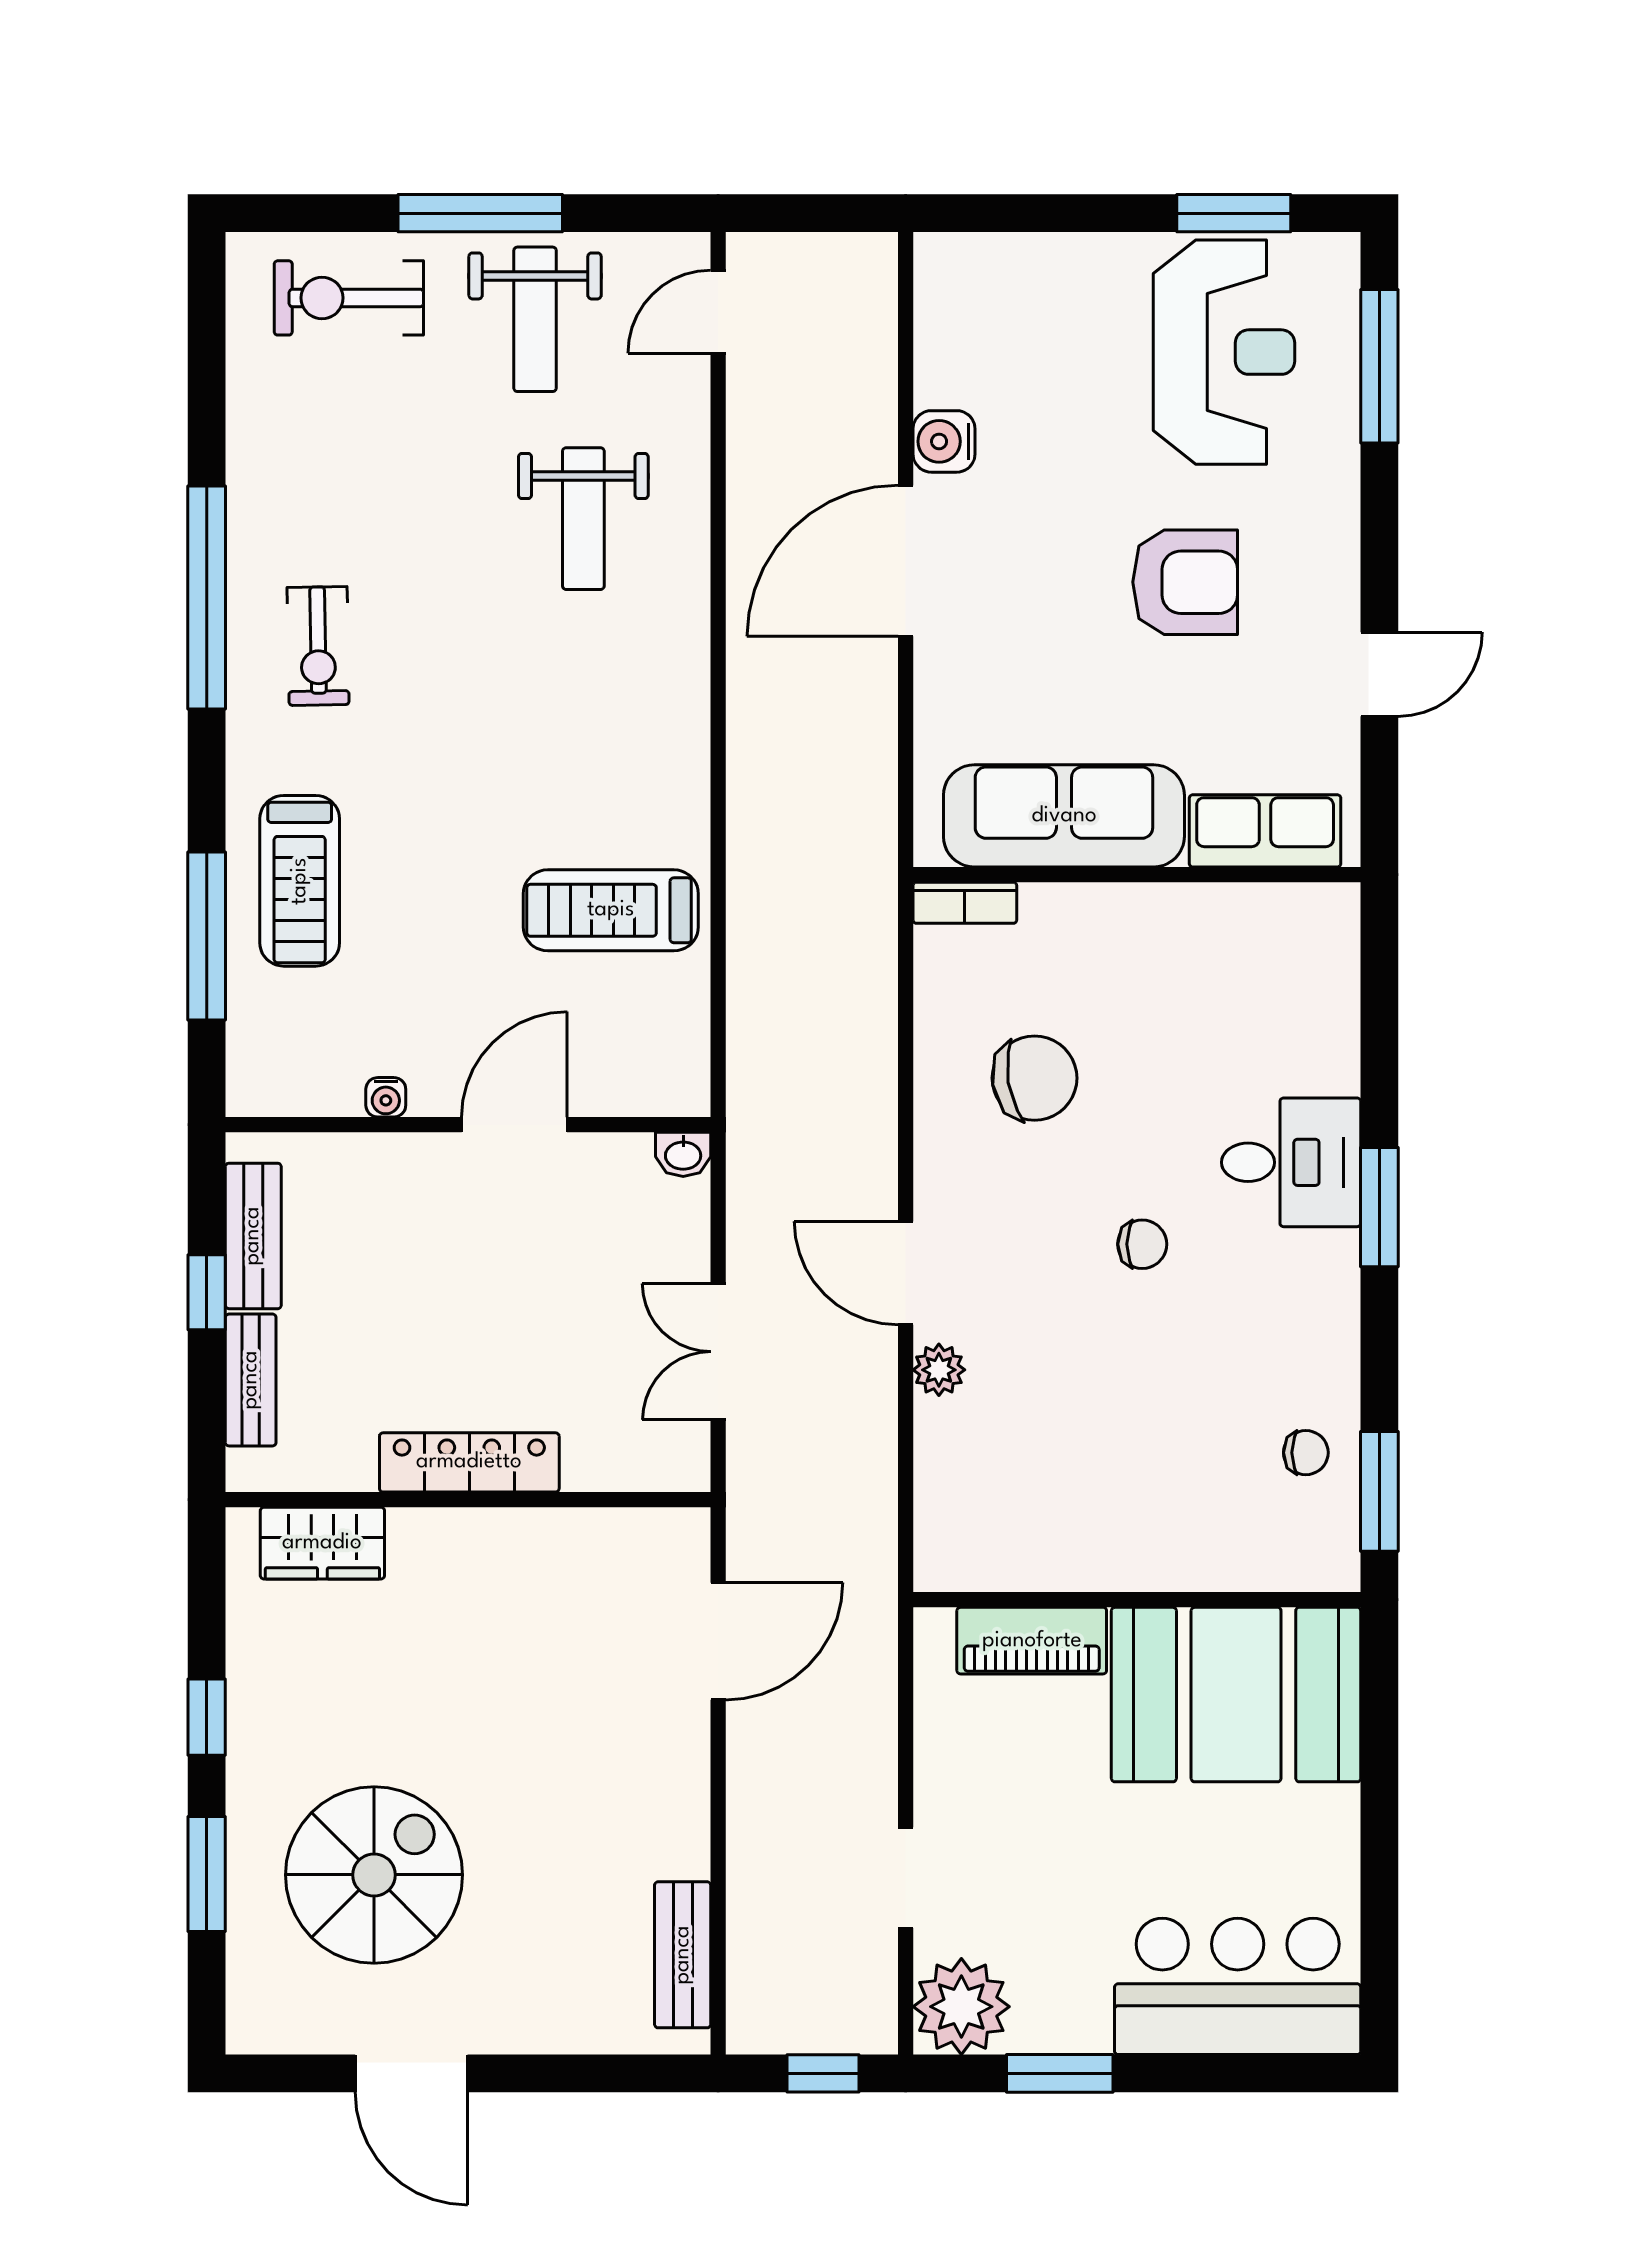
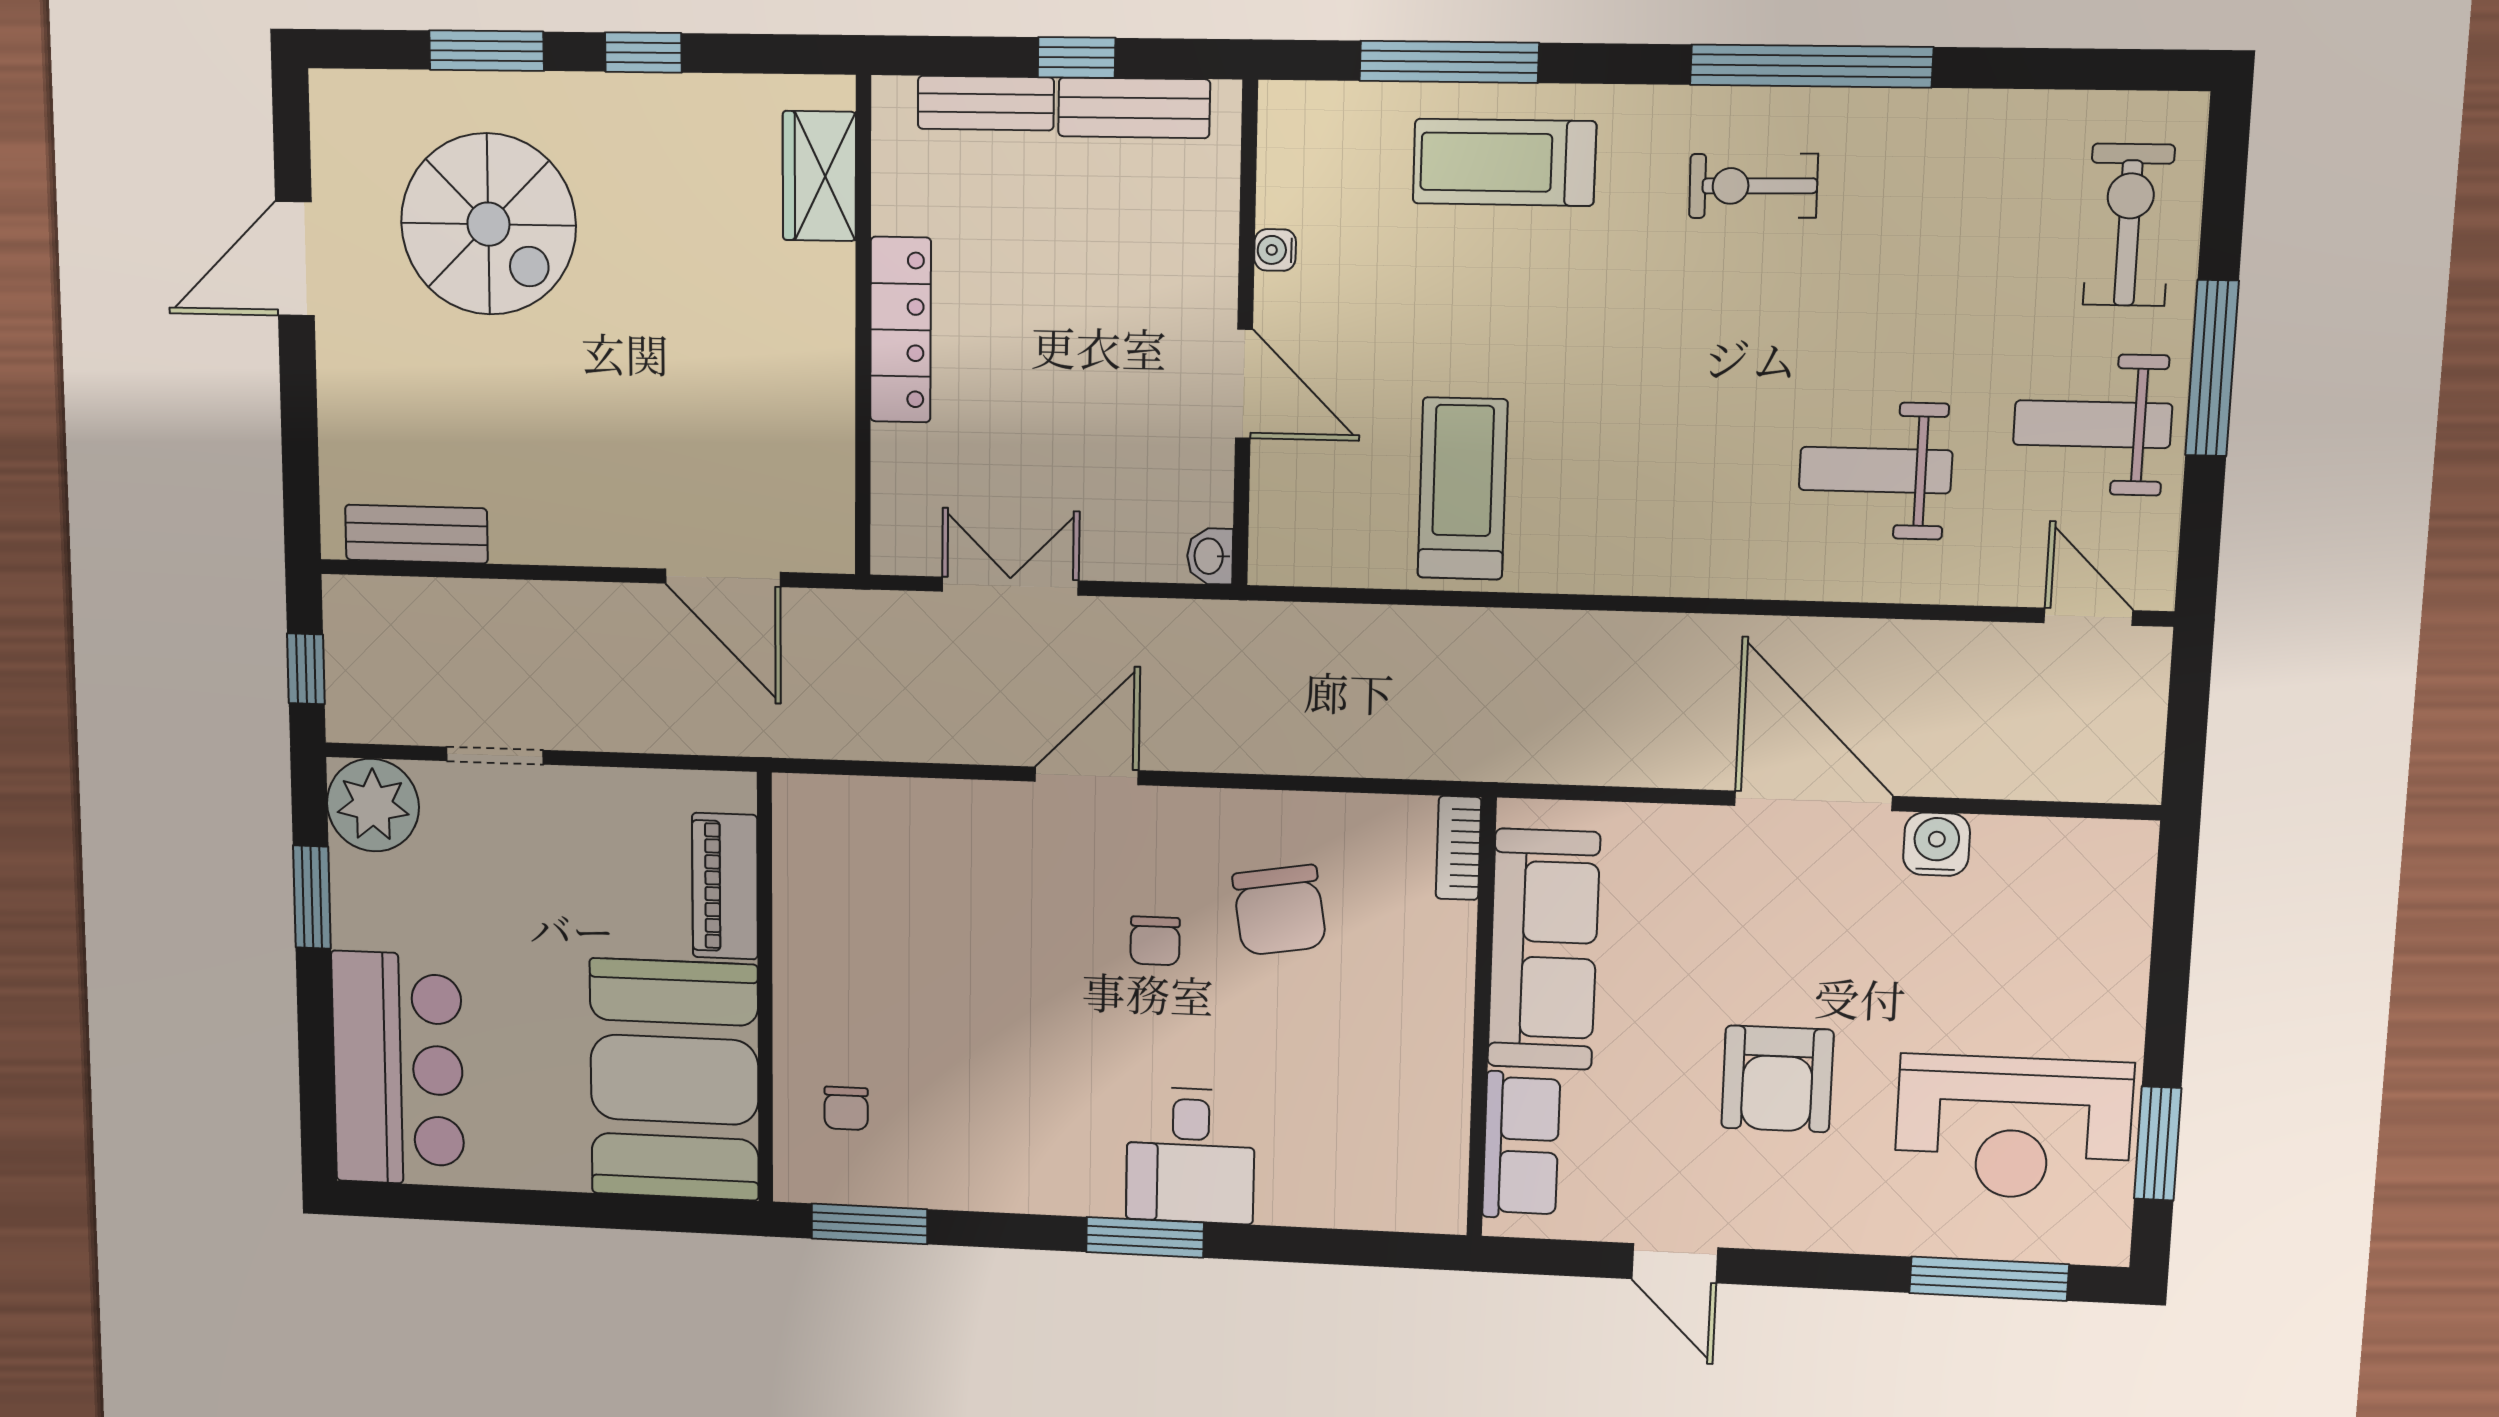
chair: (1142, 1244) -> (1155, 941), moved
plant: (939, 1370) -> (990, 805), removed
chair: (1306, 1453) -> (846, 1108), moved

